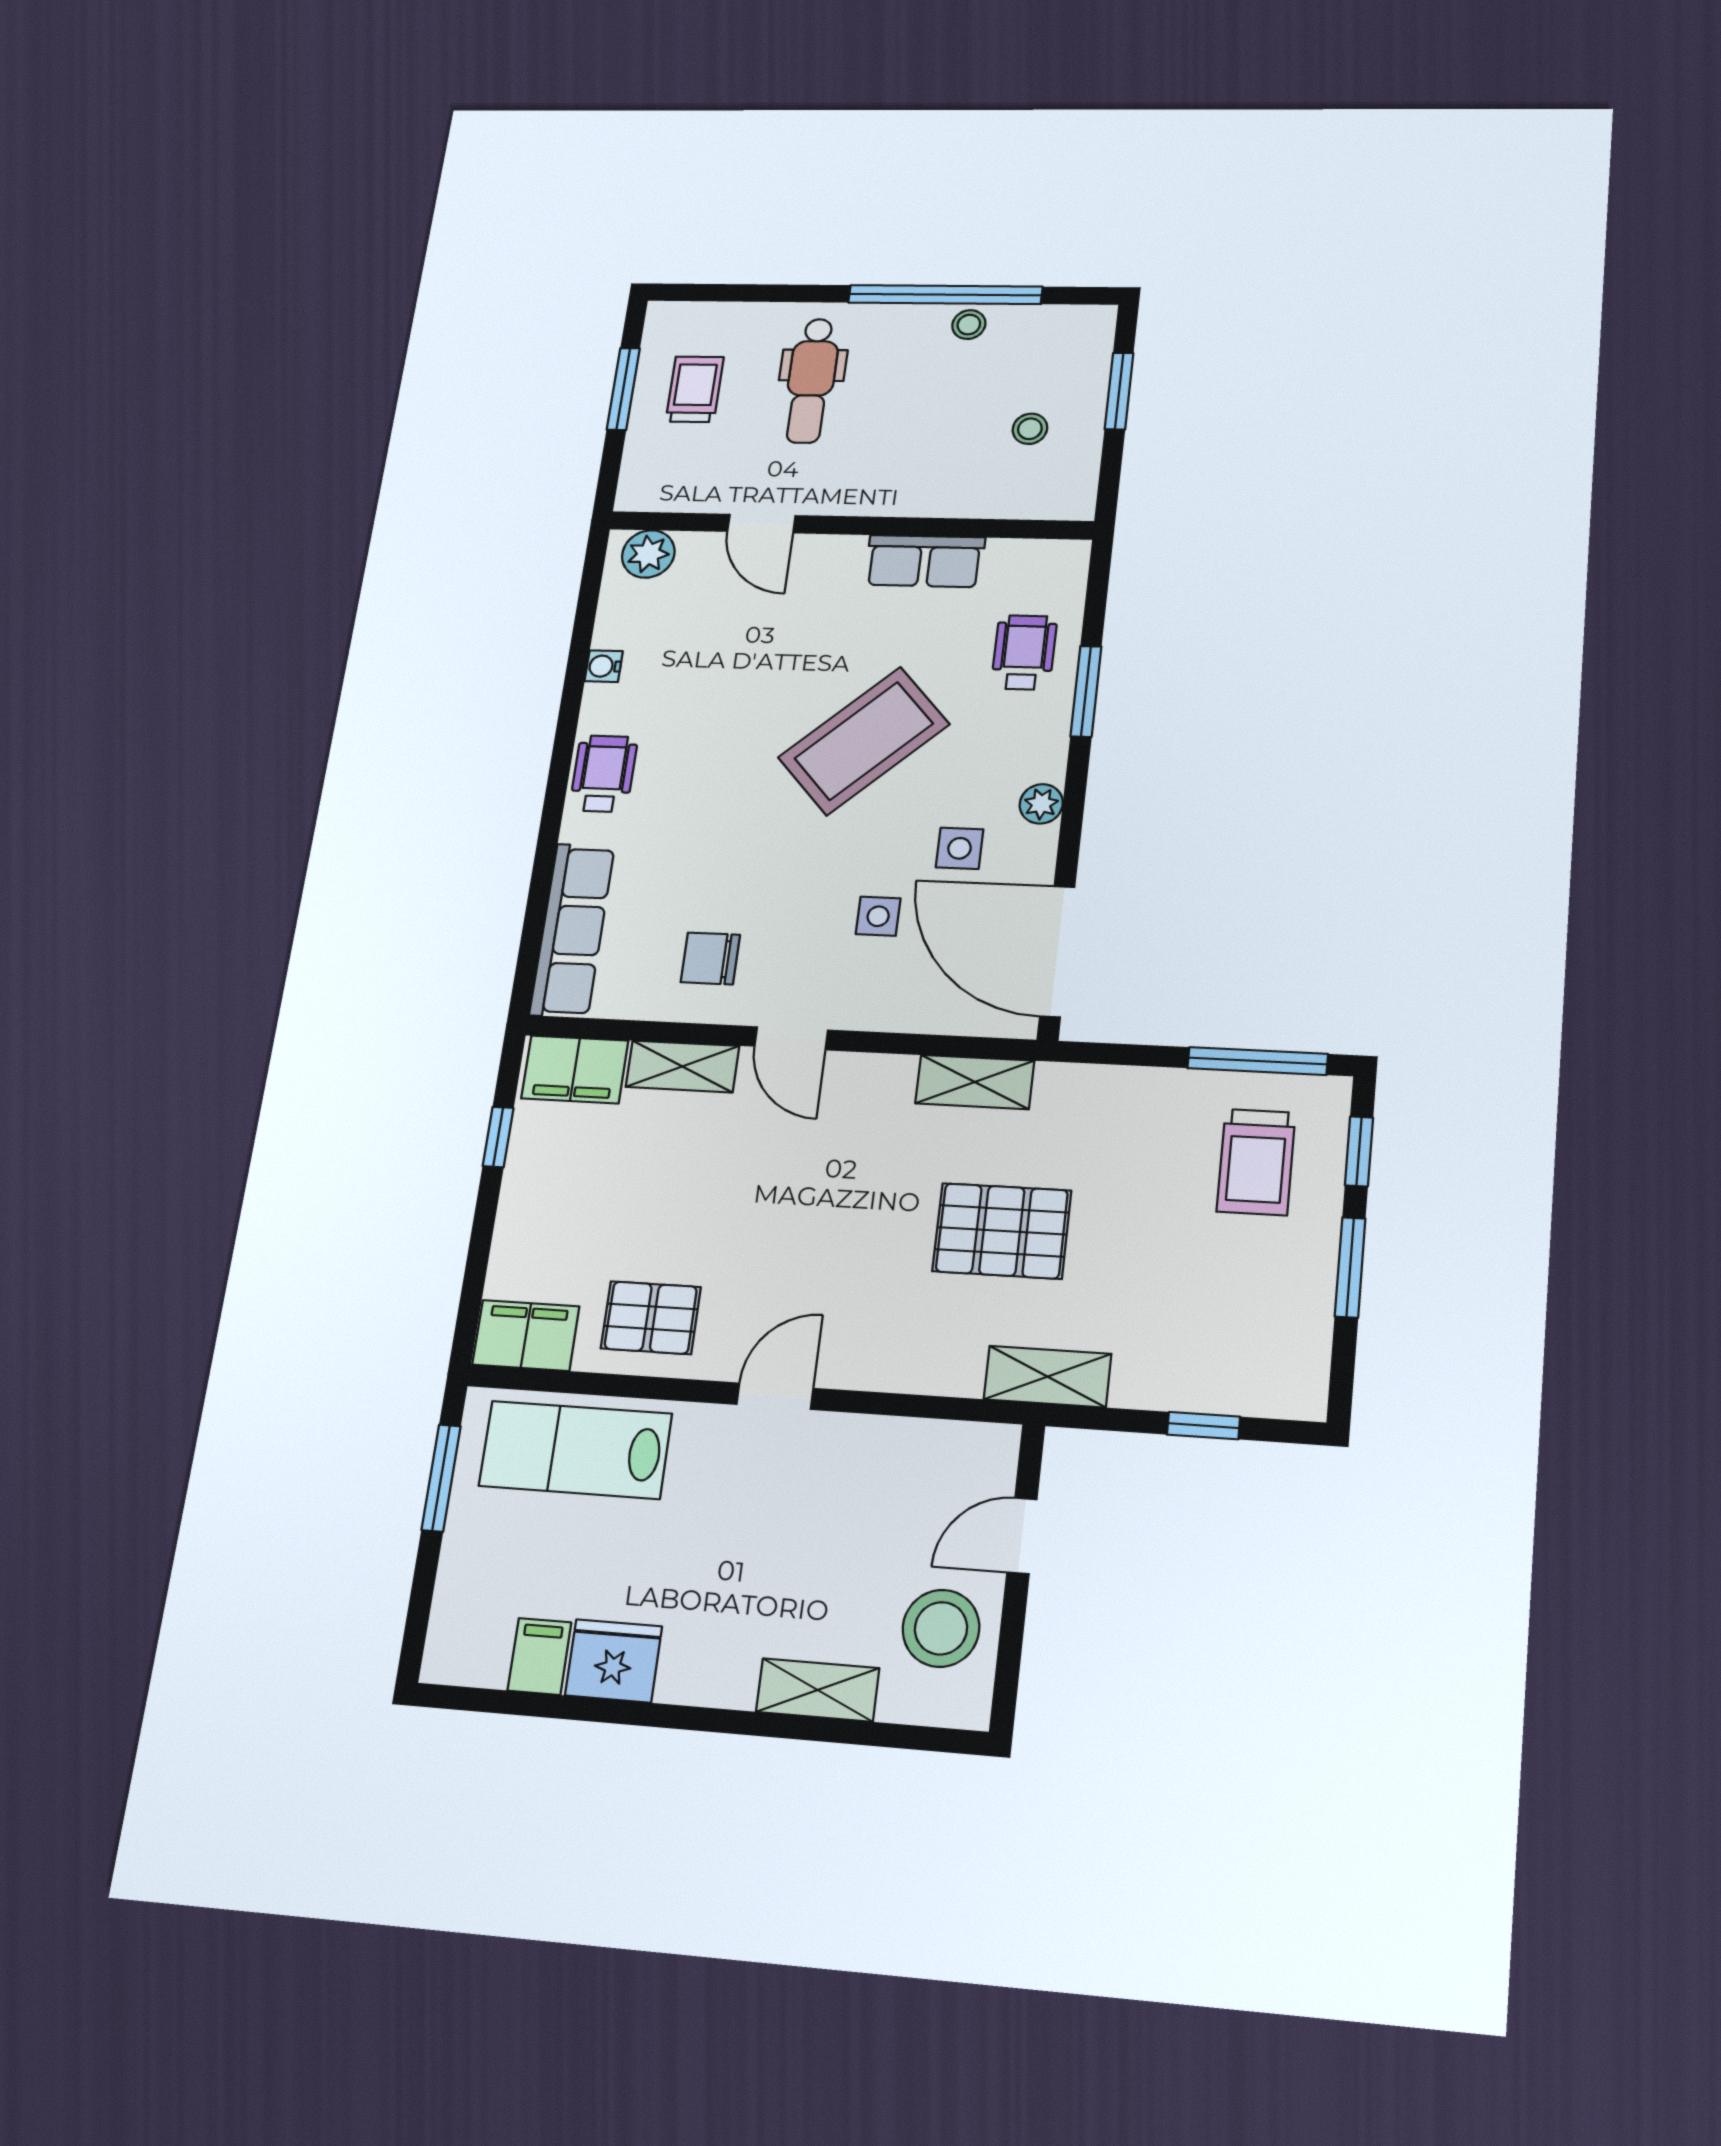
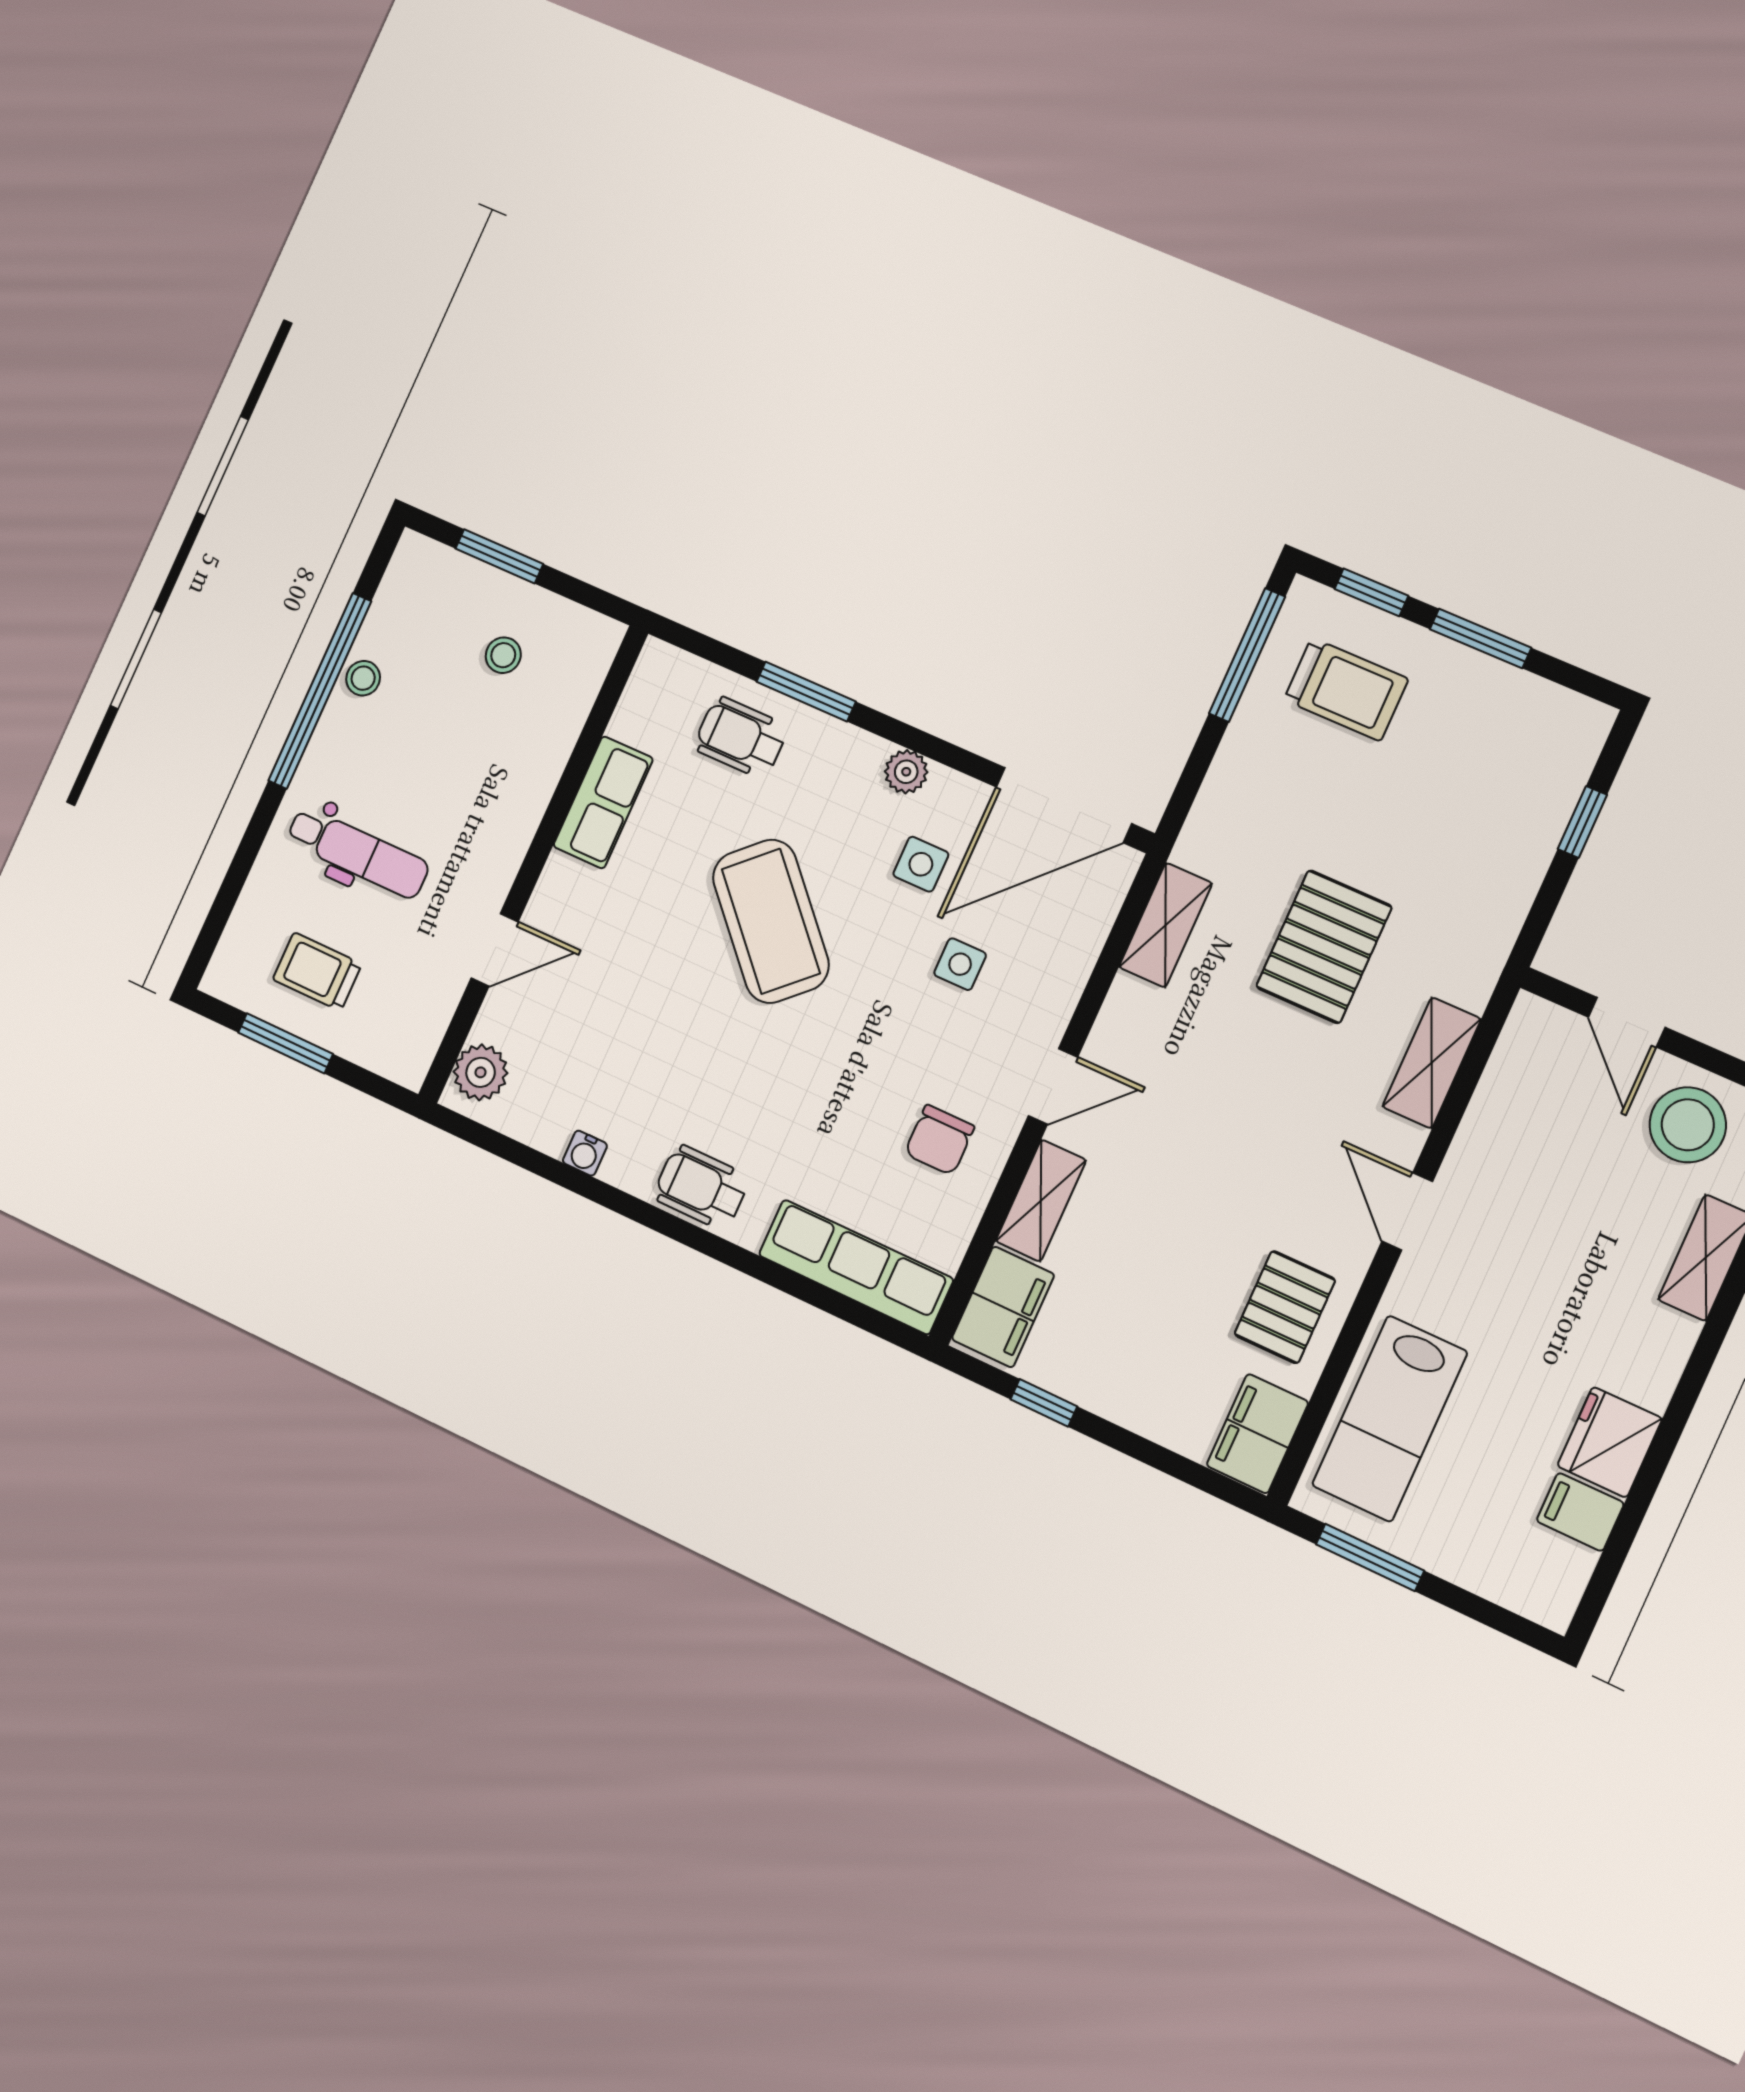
shelving: (1047, 1377) -> (1432, 1063), moved

